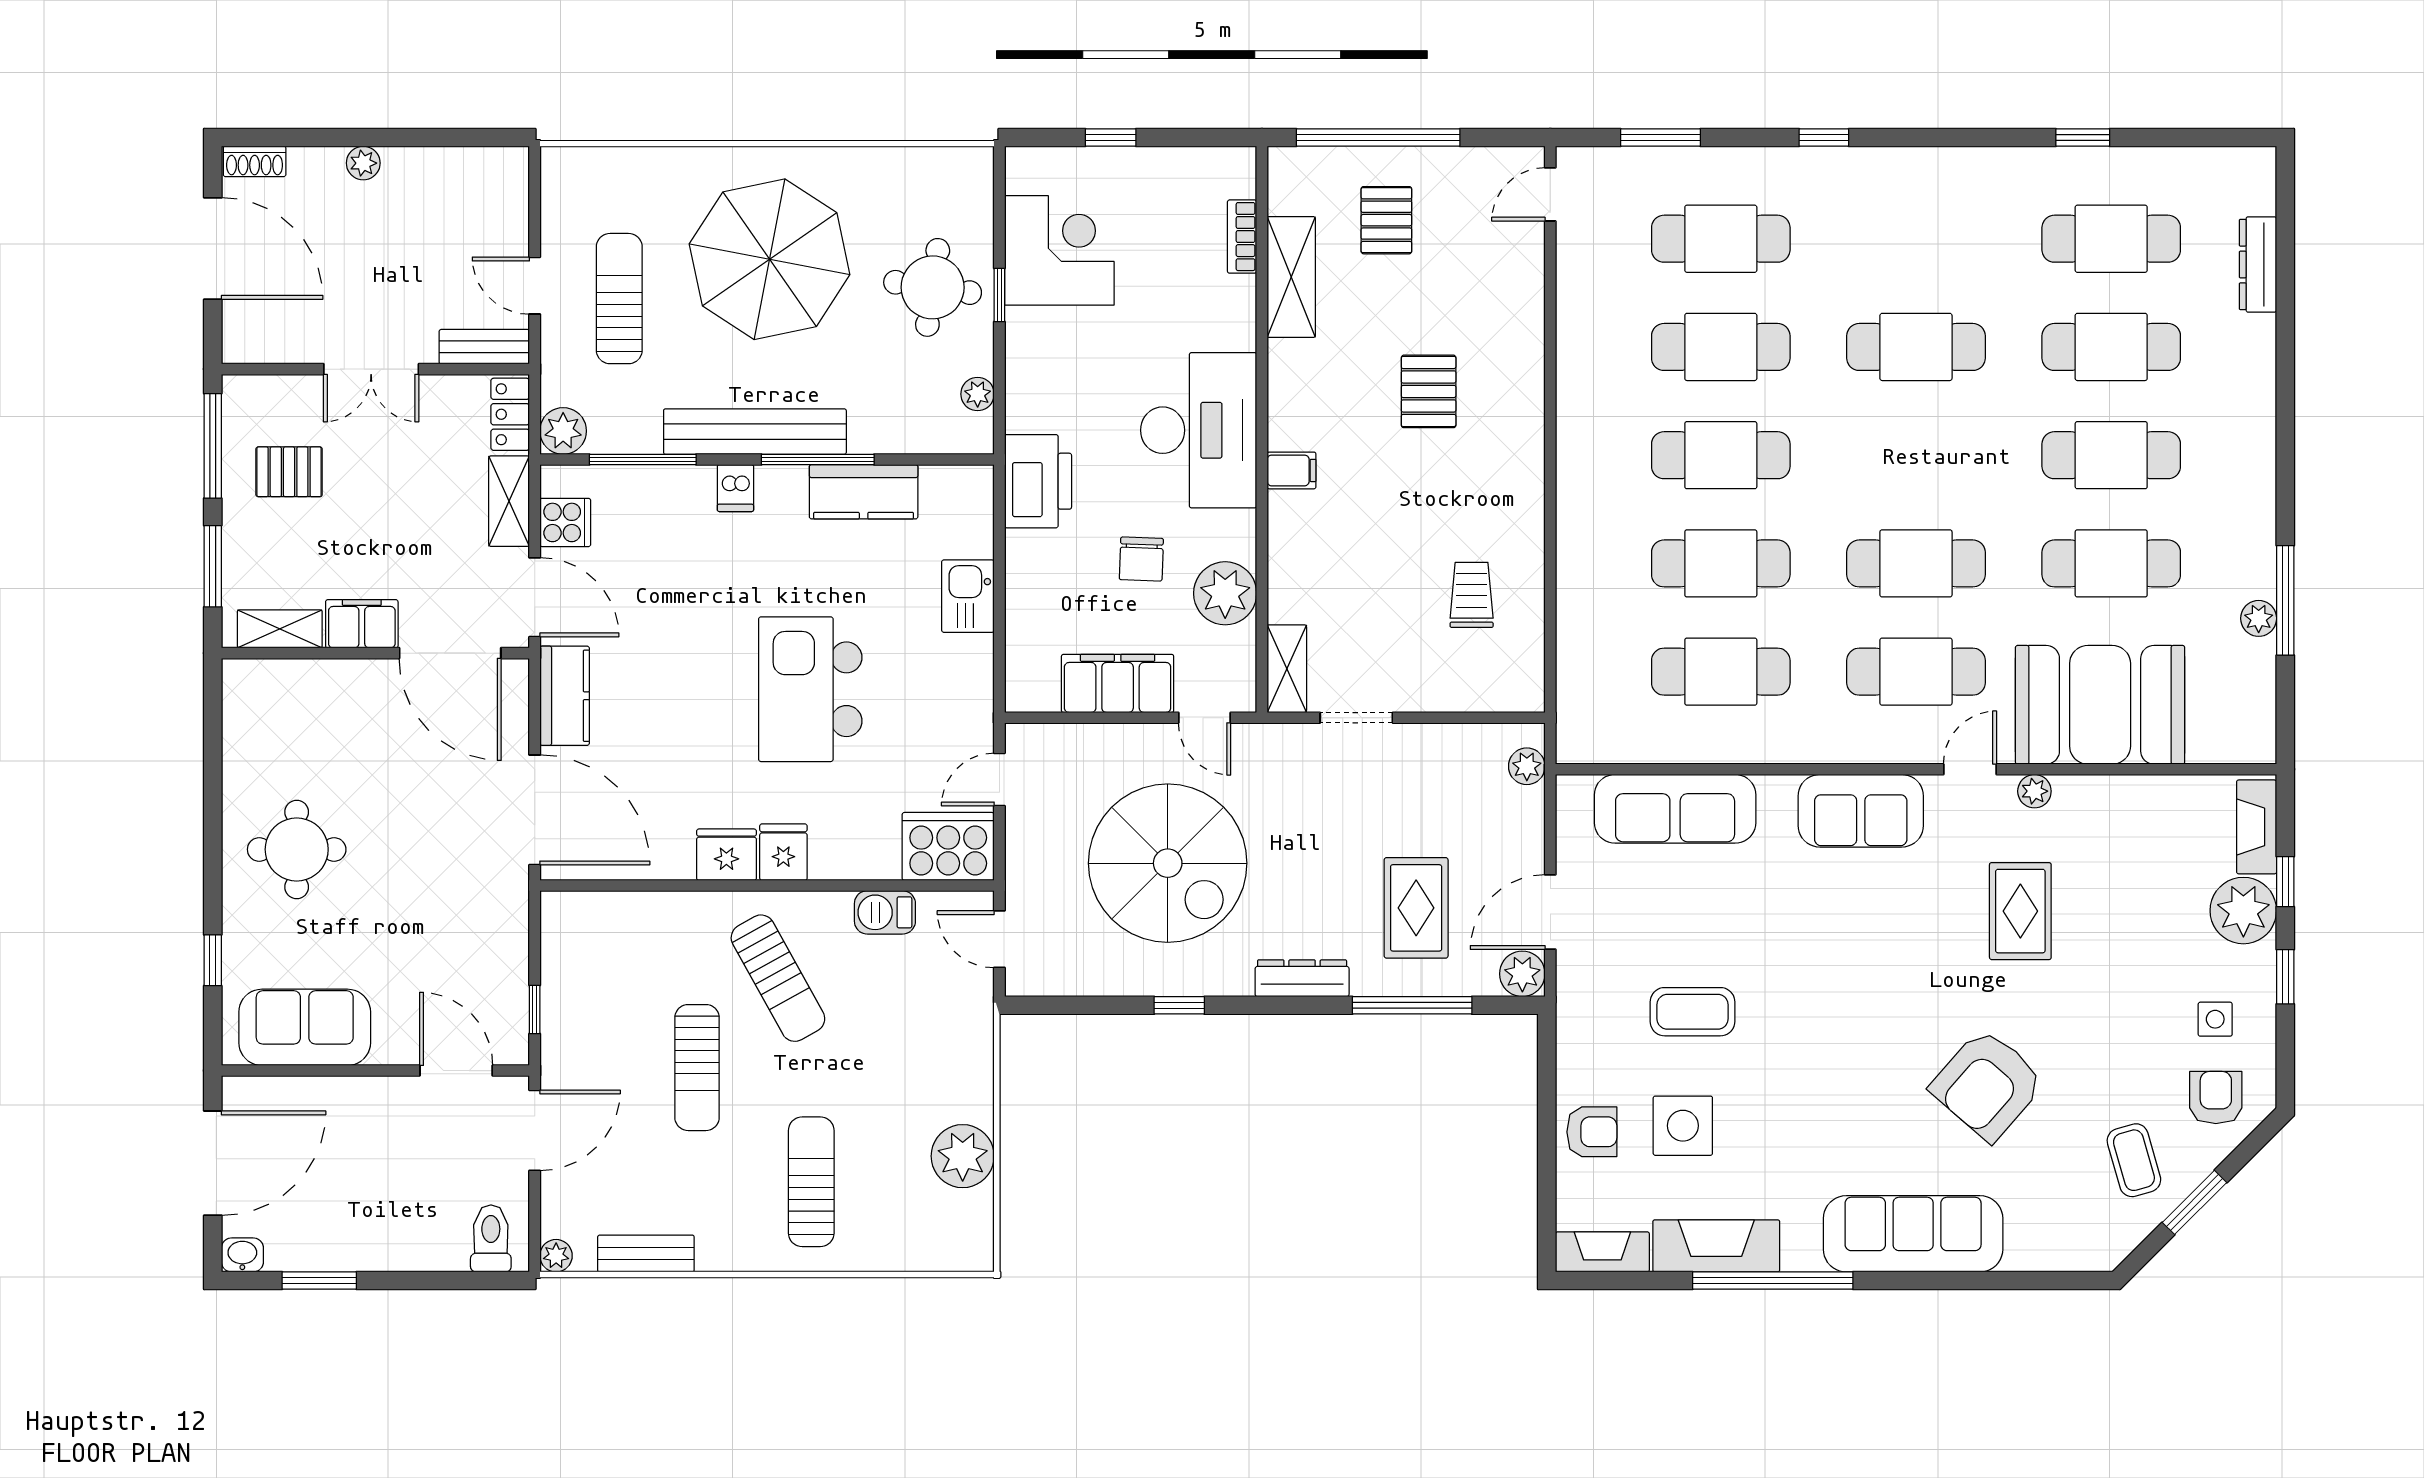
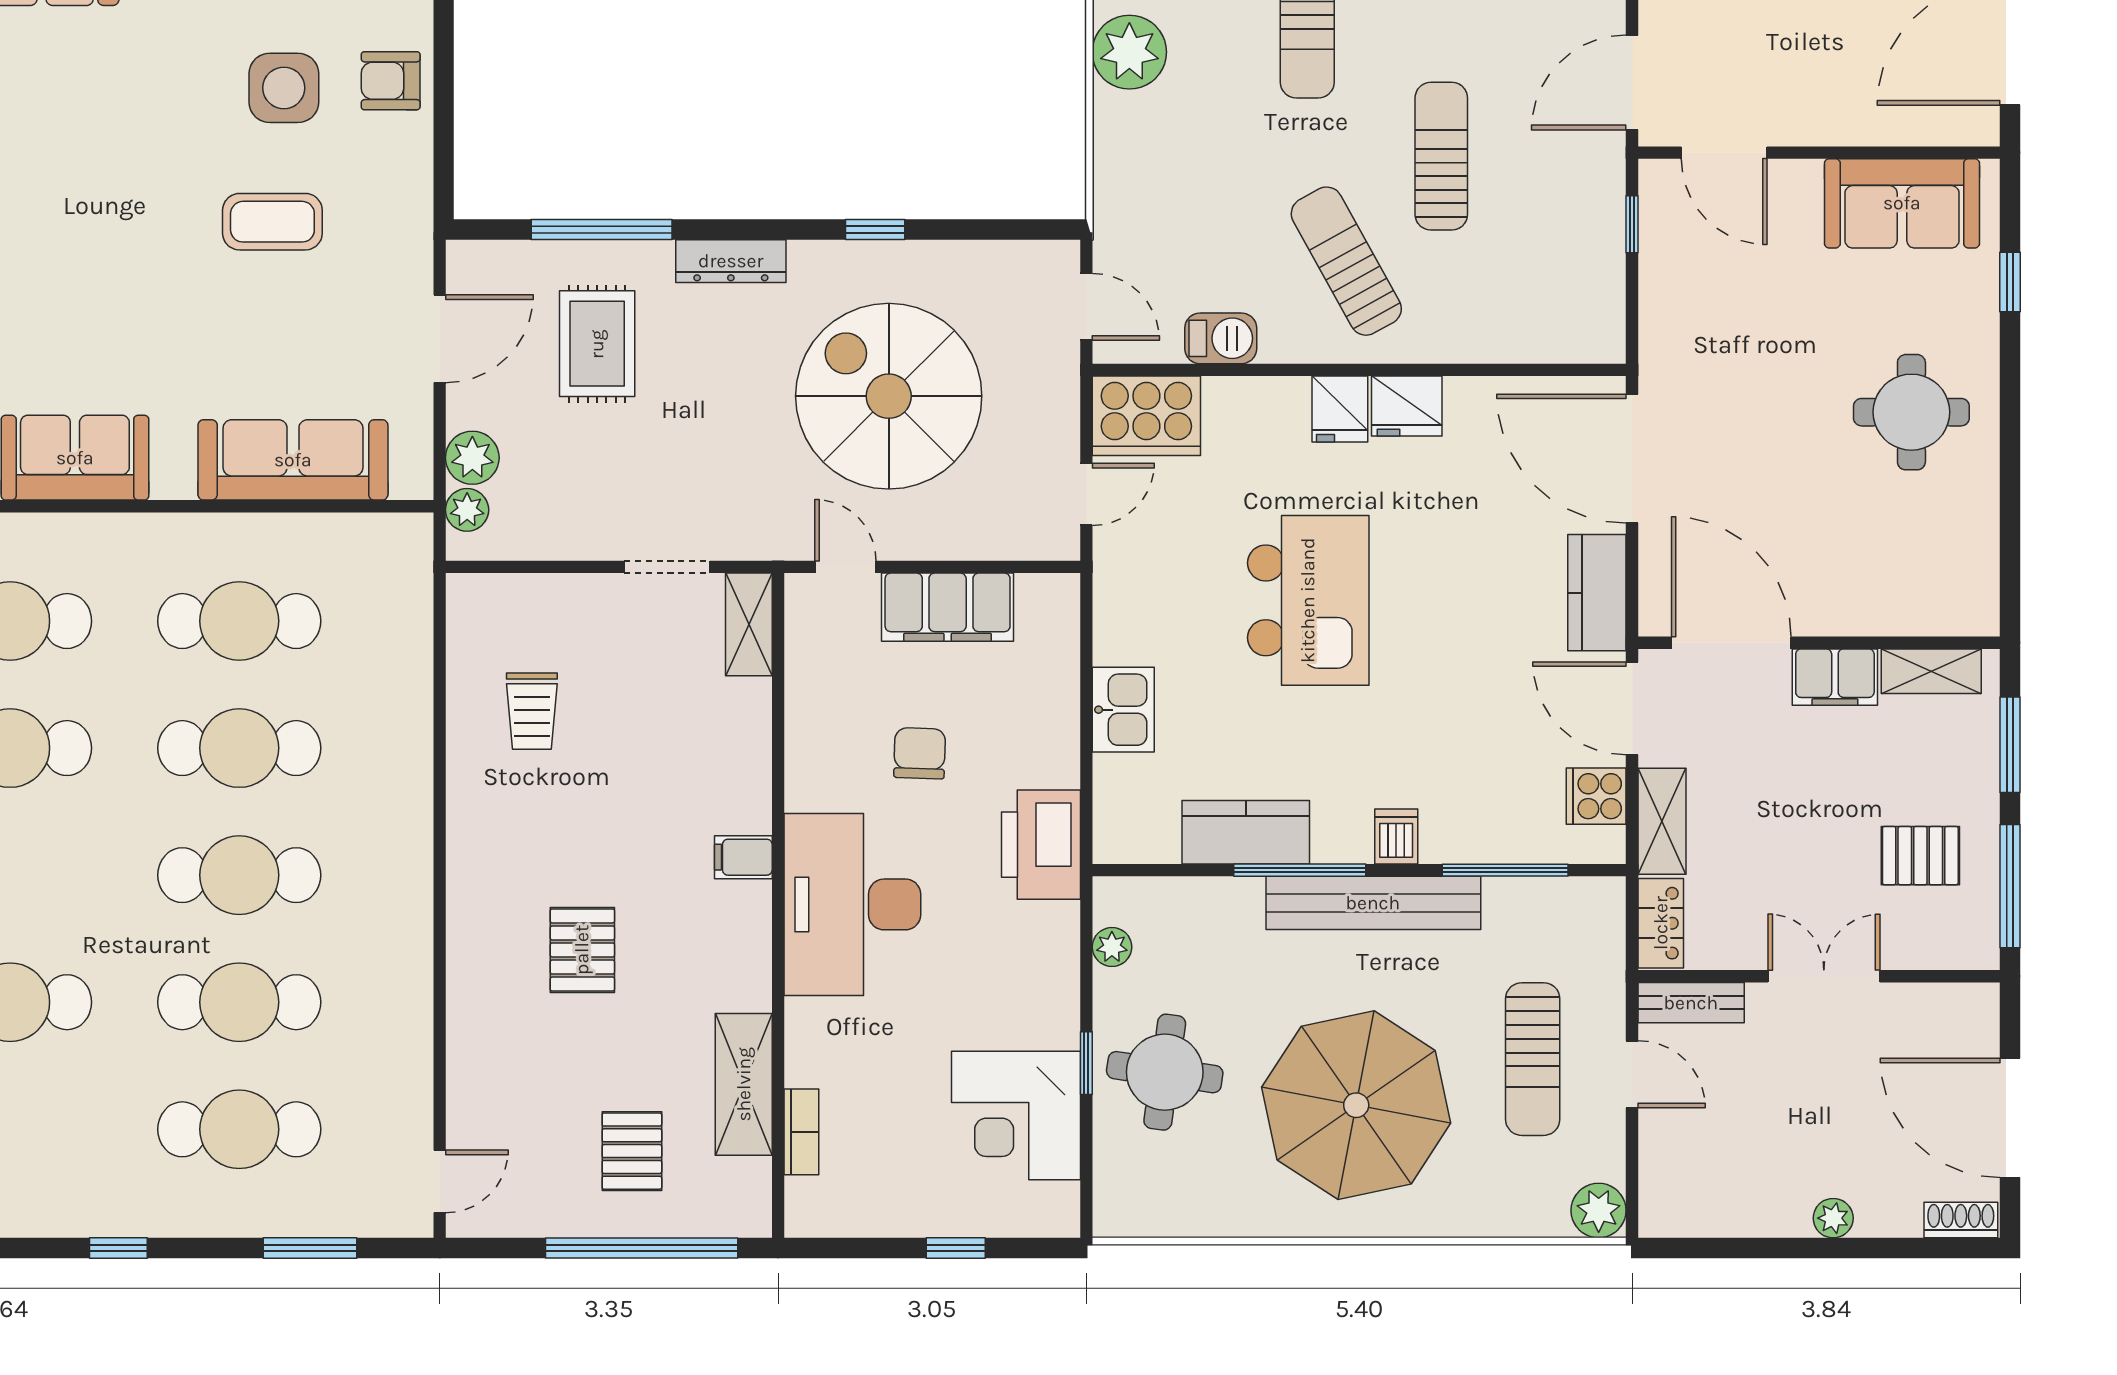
plant: (563, 431) -> (1599, 1211), moved
plant: (1225, 593) -> (821, 713), removed
plant: (1522, 974) -> (472, 458), moved

